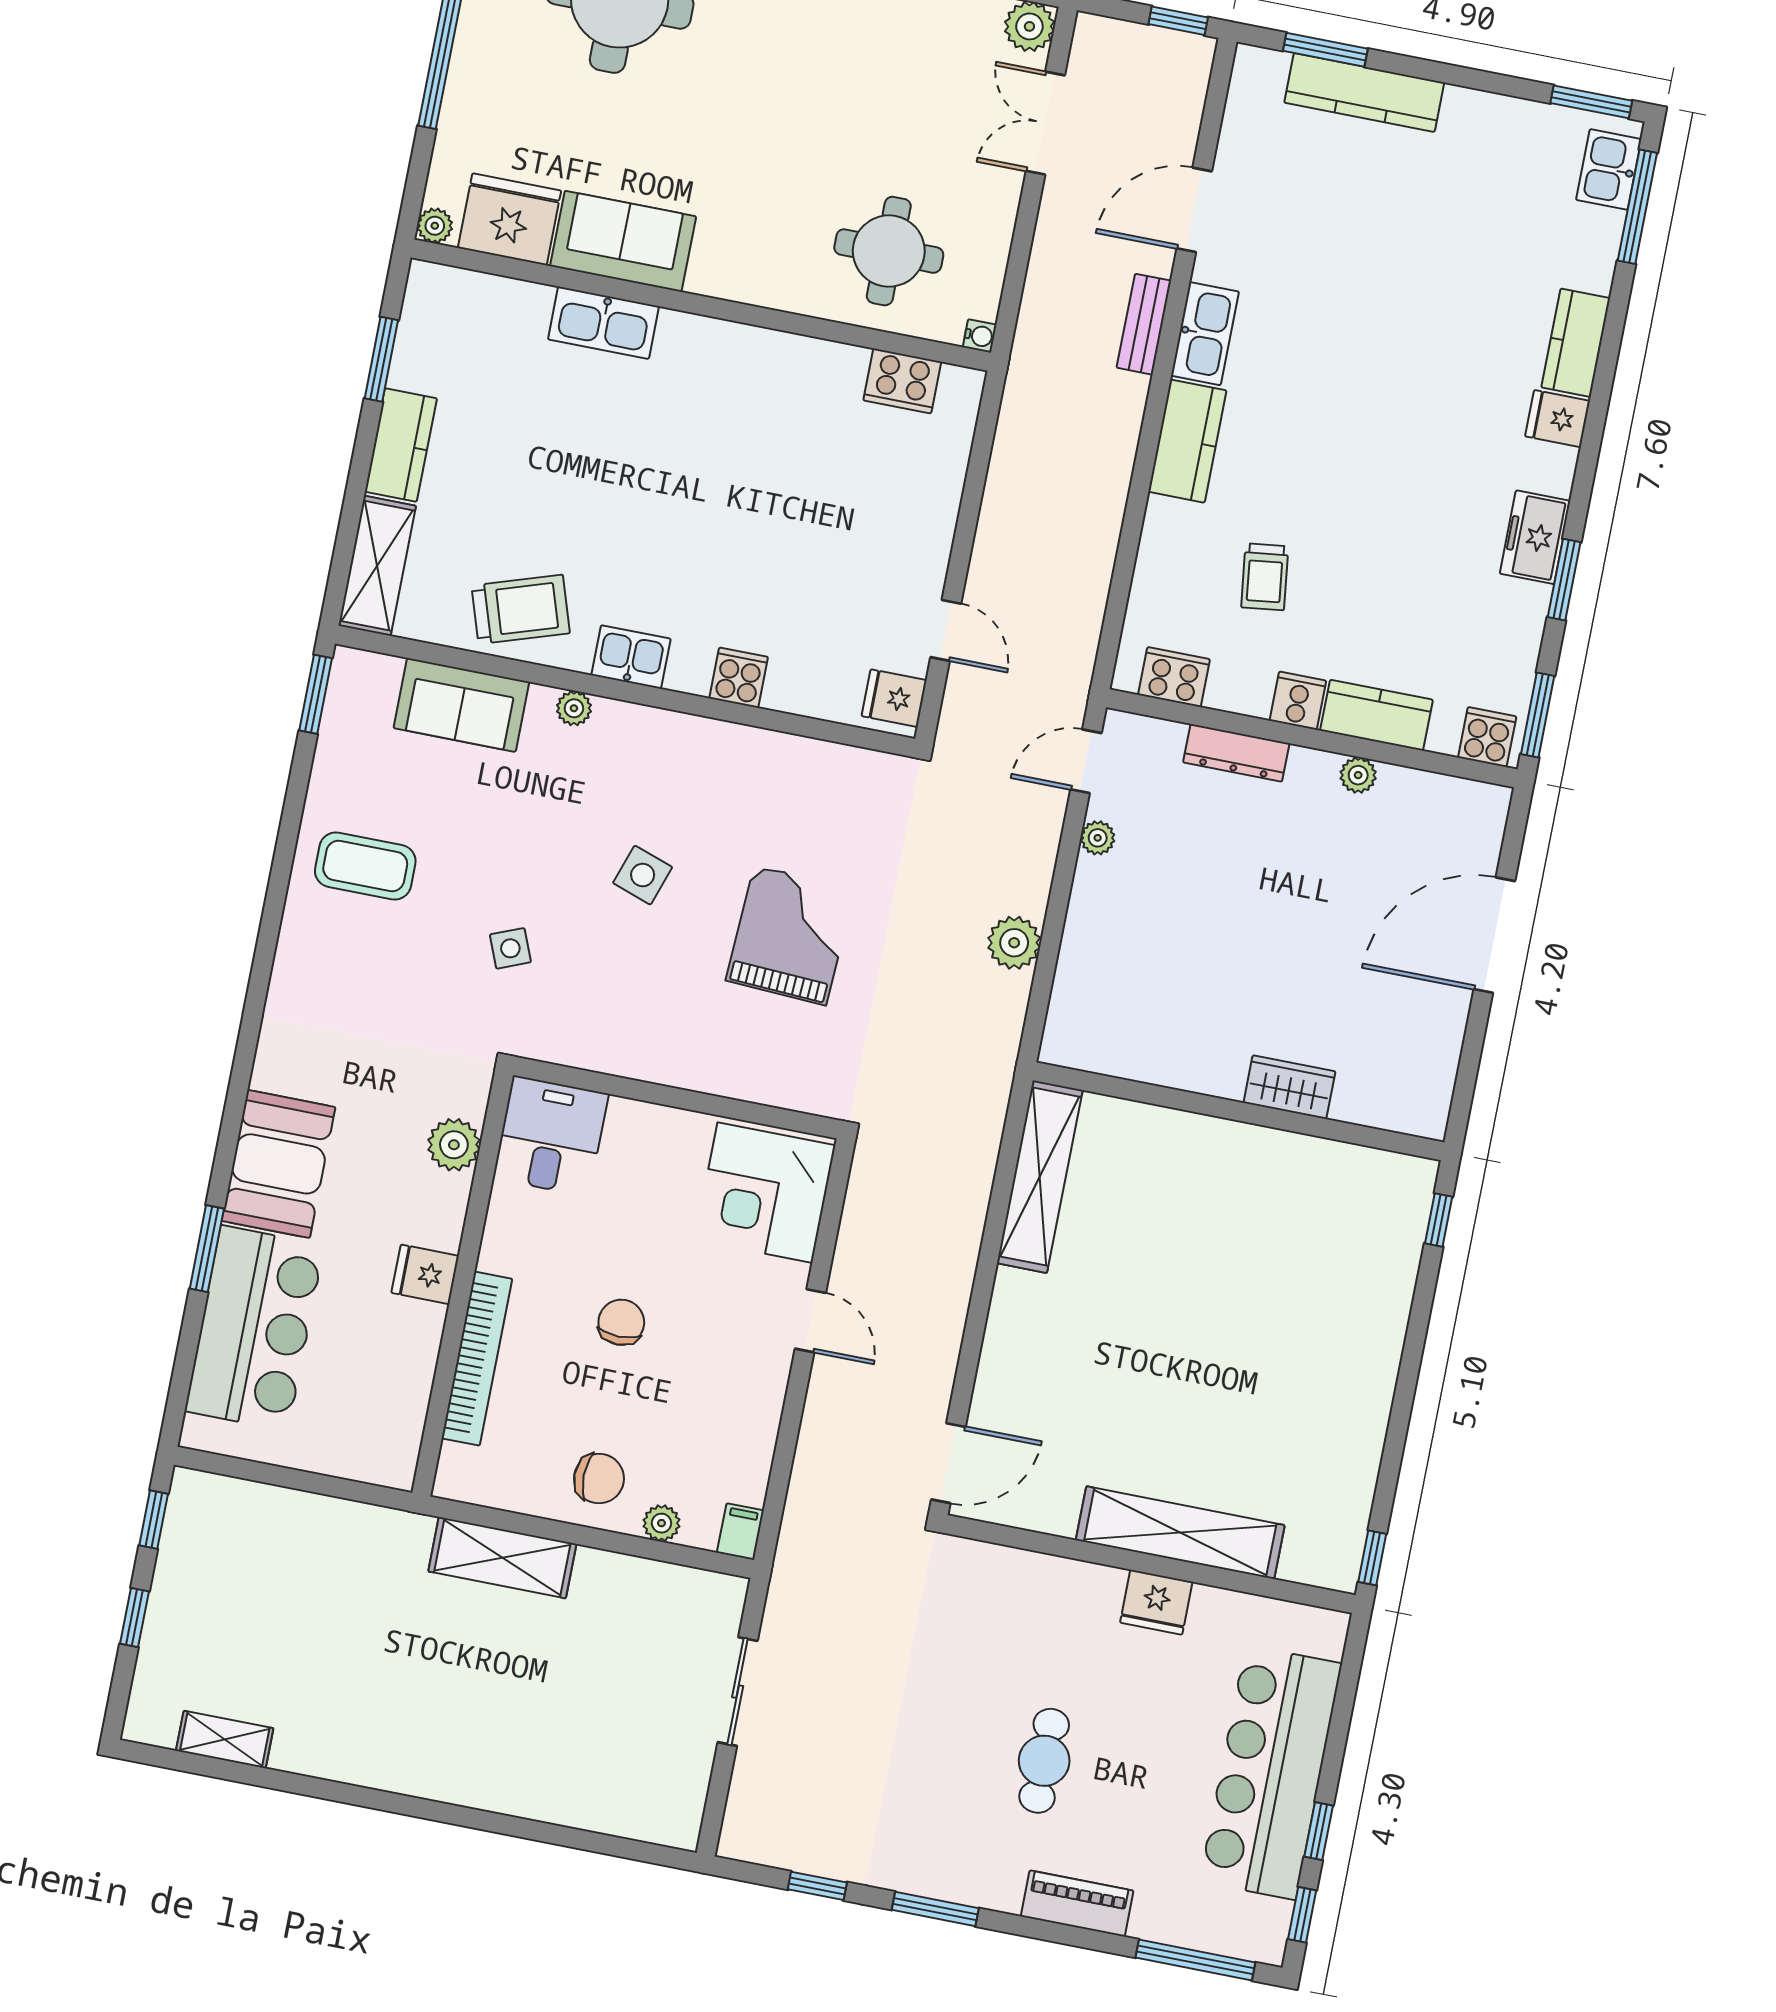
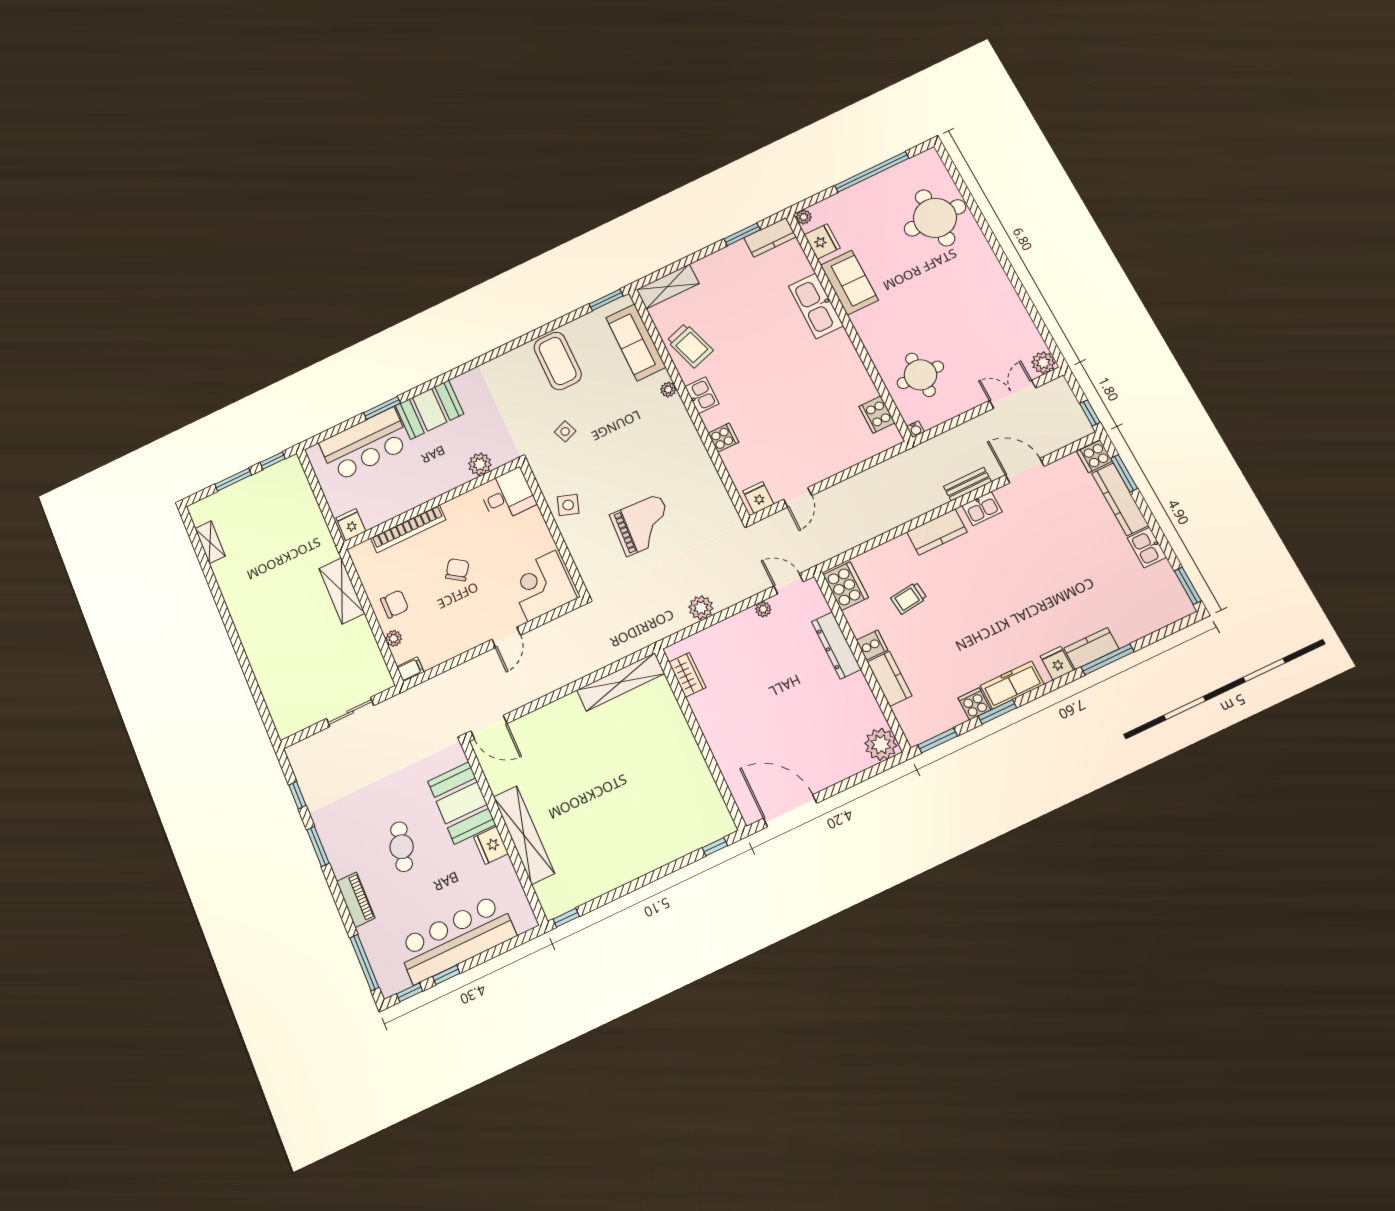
cooker: (1259, 74) -> (1095, 456), added
kitchen sink: (1609, 169) -> (1147, 548), moved, turned -90
window: (1637, 207) -> (1107, 659), moved
fridge: (509, 219) -> (822, 241), width x0.73, depth x0.75
kitchen sink: (604, 323) -> (816, 306), width x1.36, depth x1.24
kitchen sink: (1205, 334) -> (982, 509), width x0.73
kitchen counter: (401, 445) -> (770, 237), moved
freezer: (1535, 537) -> (1012, 685), width x1.40
cooker: (1174, 677) -> (846, 586), width x1.37, depth x1.31
sofa: (461, 705) -> (636, 342), width x1.36
cooker: (1487, 737) -> (974, 704), moved, turned -90
dresser: (1236, 753) -> (836, 645), width x1.37, depth x1.24
plant: (1358, 775) -> (881, 744), moved, width x1.88, depth x1.88
coffee table: (365, 866) -> (558, 361), width x1.36, depth x1.32
side table: (643, 875) -> (568, 505), moved
door: (1494, 935) -> (790, 811), moved
wardrobe: (1289, 1087) -> (687, 675), moved
fridge: (425, 1274) -> (351, 525), moved
chair: (621, 1322) -> (457, 570), turned -55
chair: (599, 1479) -> (394, 604), turned -90
booth: (1045, 1603) -> (462, 803), added
window: (134, 1618) -> (233, 480), width x1.50
cafe table: (1044, 1761) -> (402, 847), turned -76

